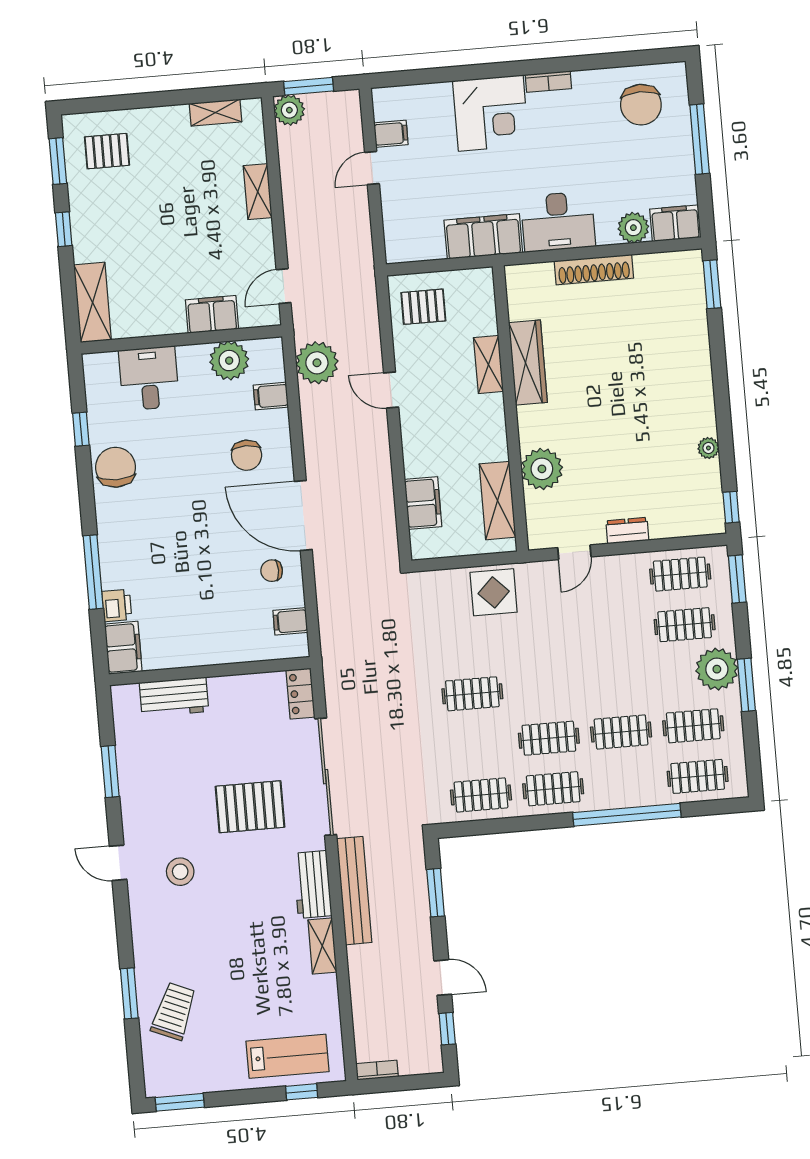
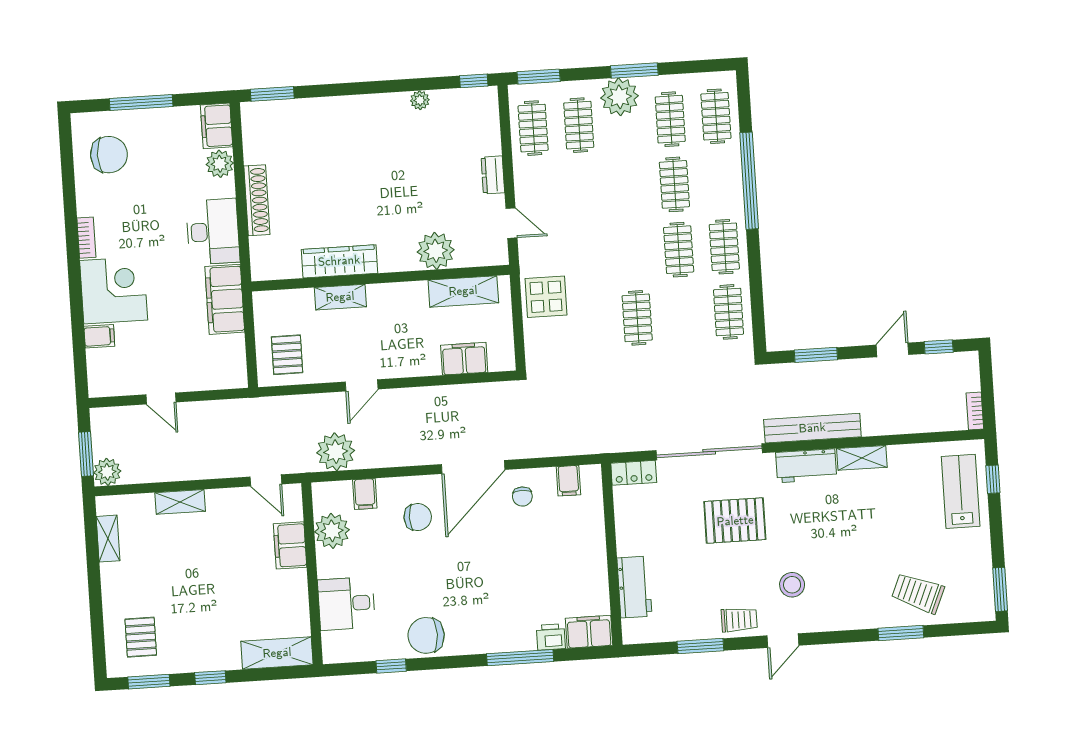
filing cabinet: (391, 134) -> (99, 336), moved, turned 90
pallet: (250, 807) -> (735, 521), turned 90
trolley: (140, 814) -> (739, 620), added

